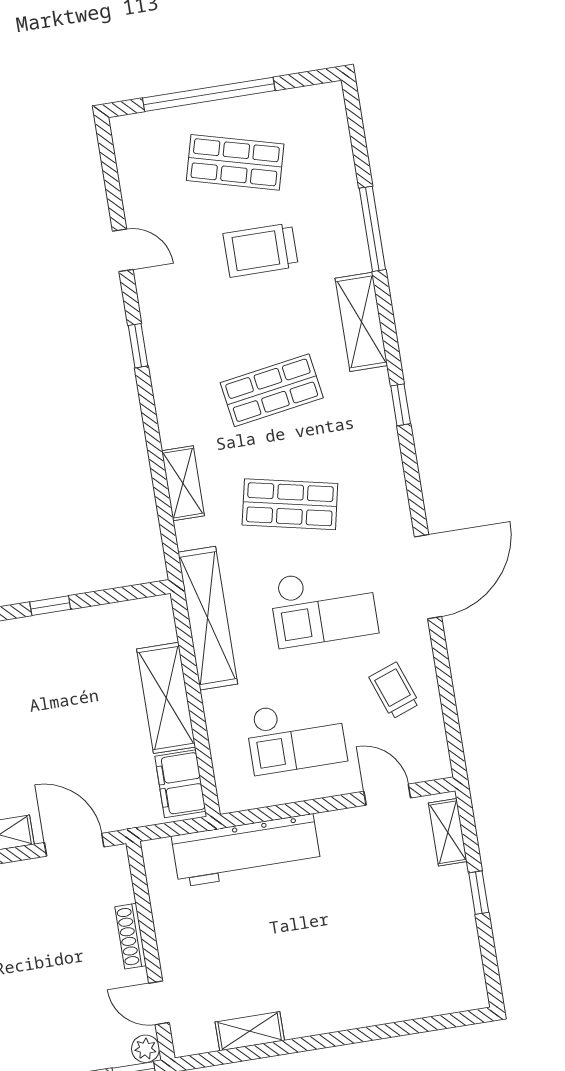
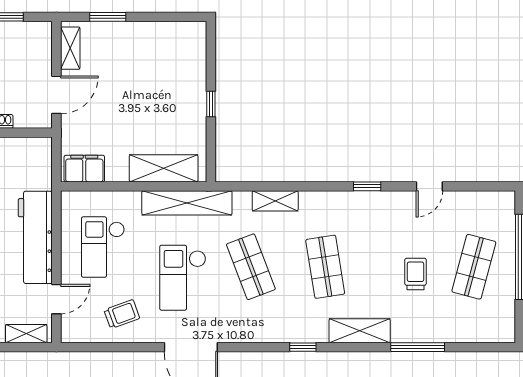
trolley: (261, 250) -> (416, 274), width x0.73, depth x0.72
shop shelf: (290, 504) -> (251, 267), turned -33
shelving: (166, 698) -> (164, 168), moved
workbench: (246, 850) -> (35, 237), moved

